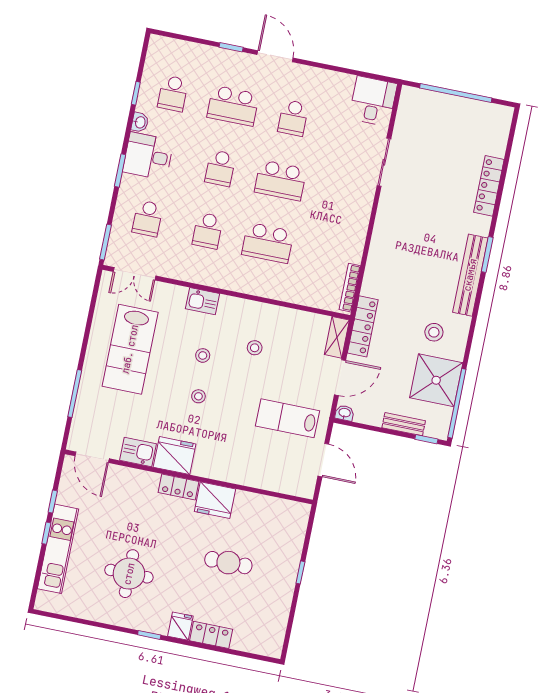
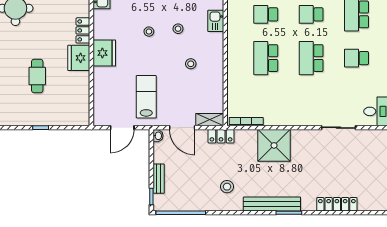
locker: (363, 326) -> (221, 136), width x0.66
shower: (436, 380) -> (274, 145), moved
fridge: (175, 456) -> (104, 53), moved

